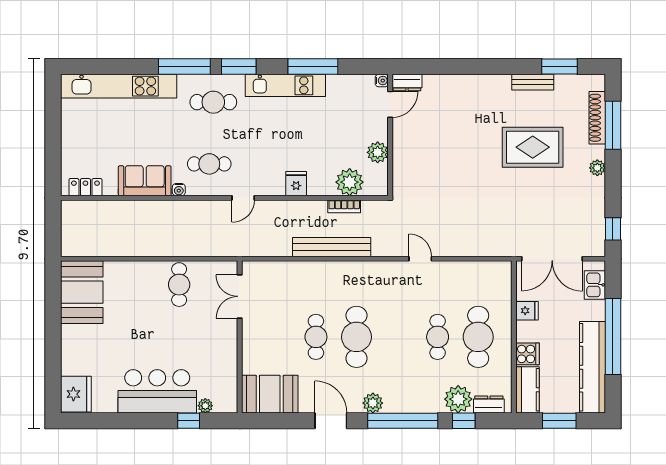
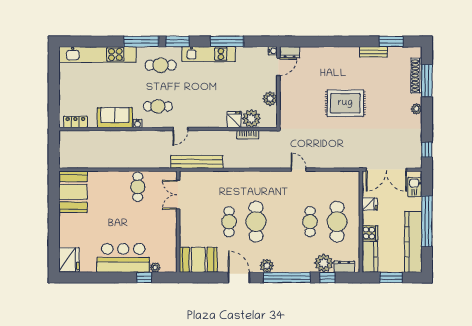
rug: (533, 147) -> (345, 103), moved
fridge: (296, 184) -> (234, 120), moved
bench: (332, 247) -> (197, 162), moved

